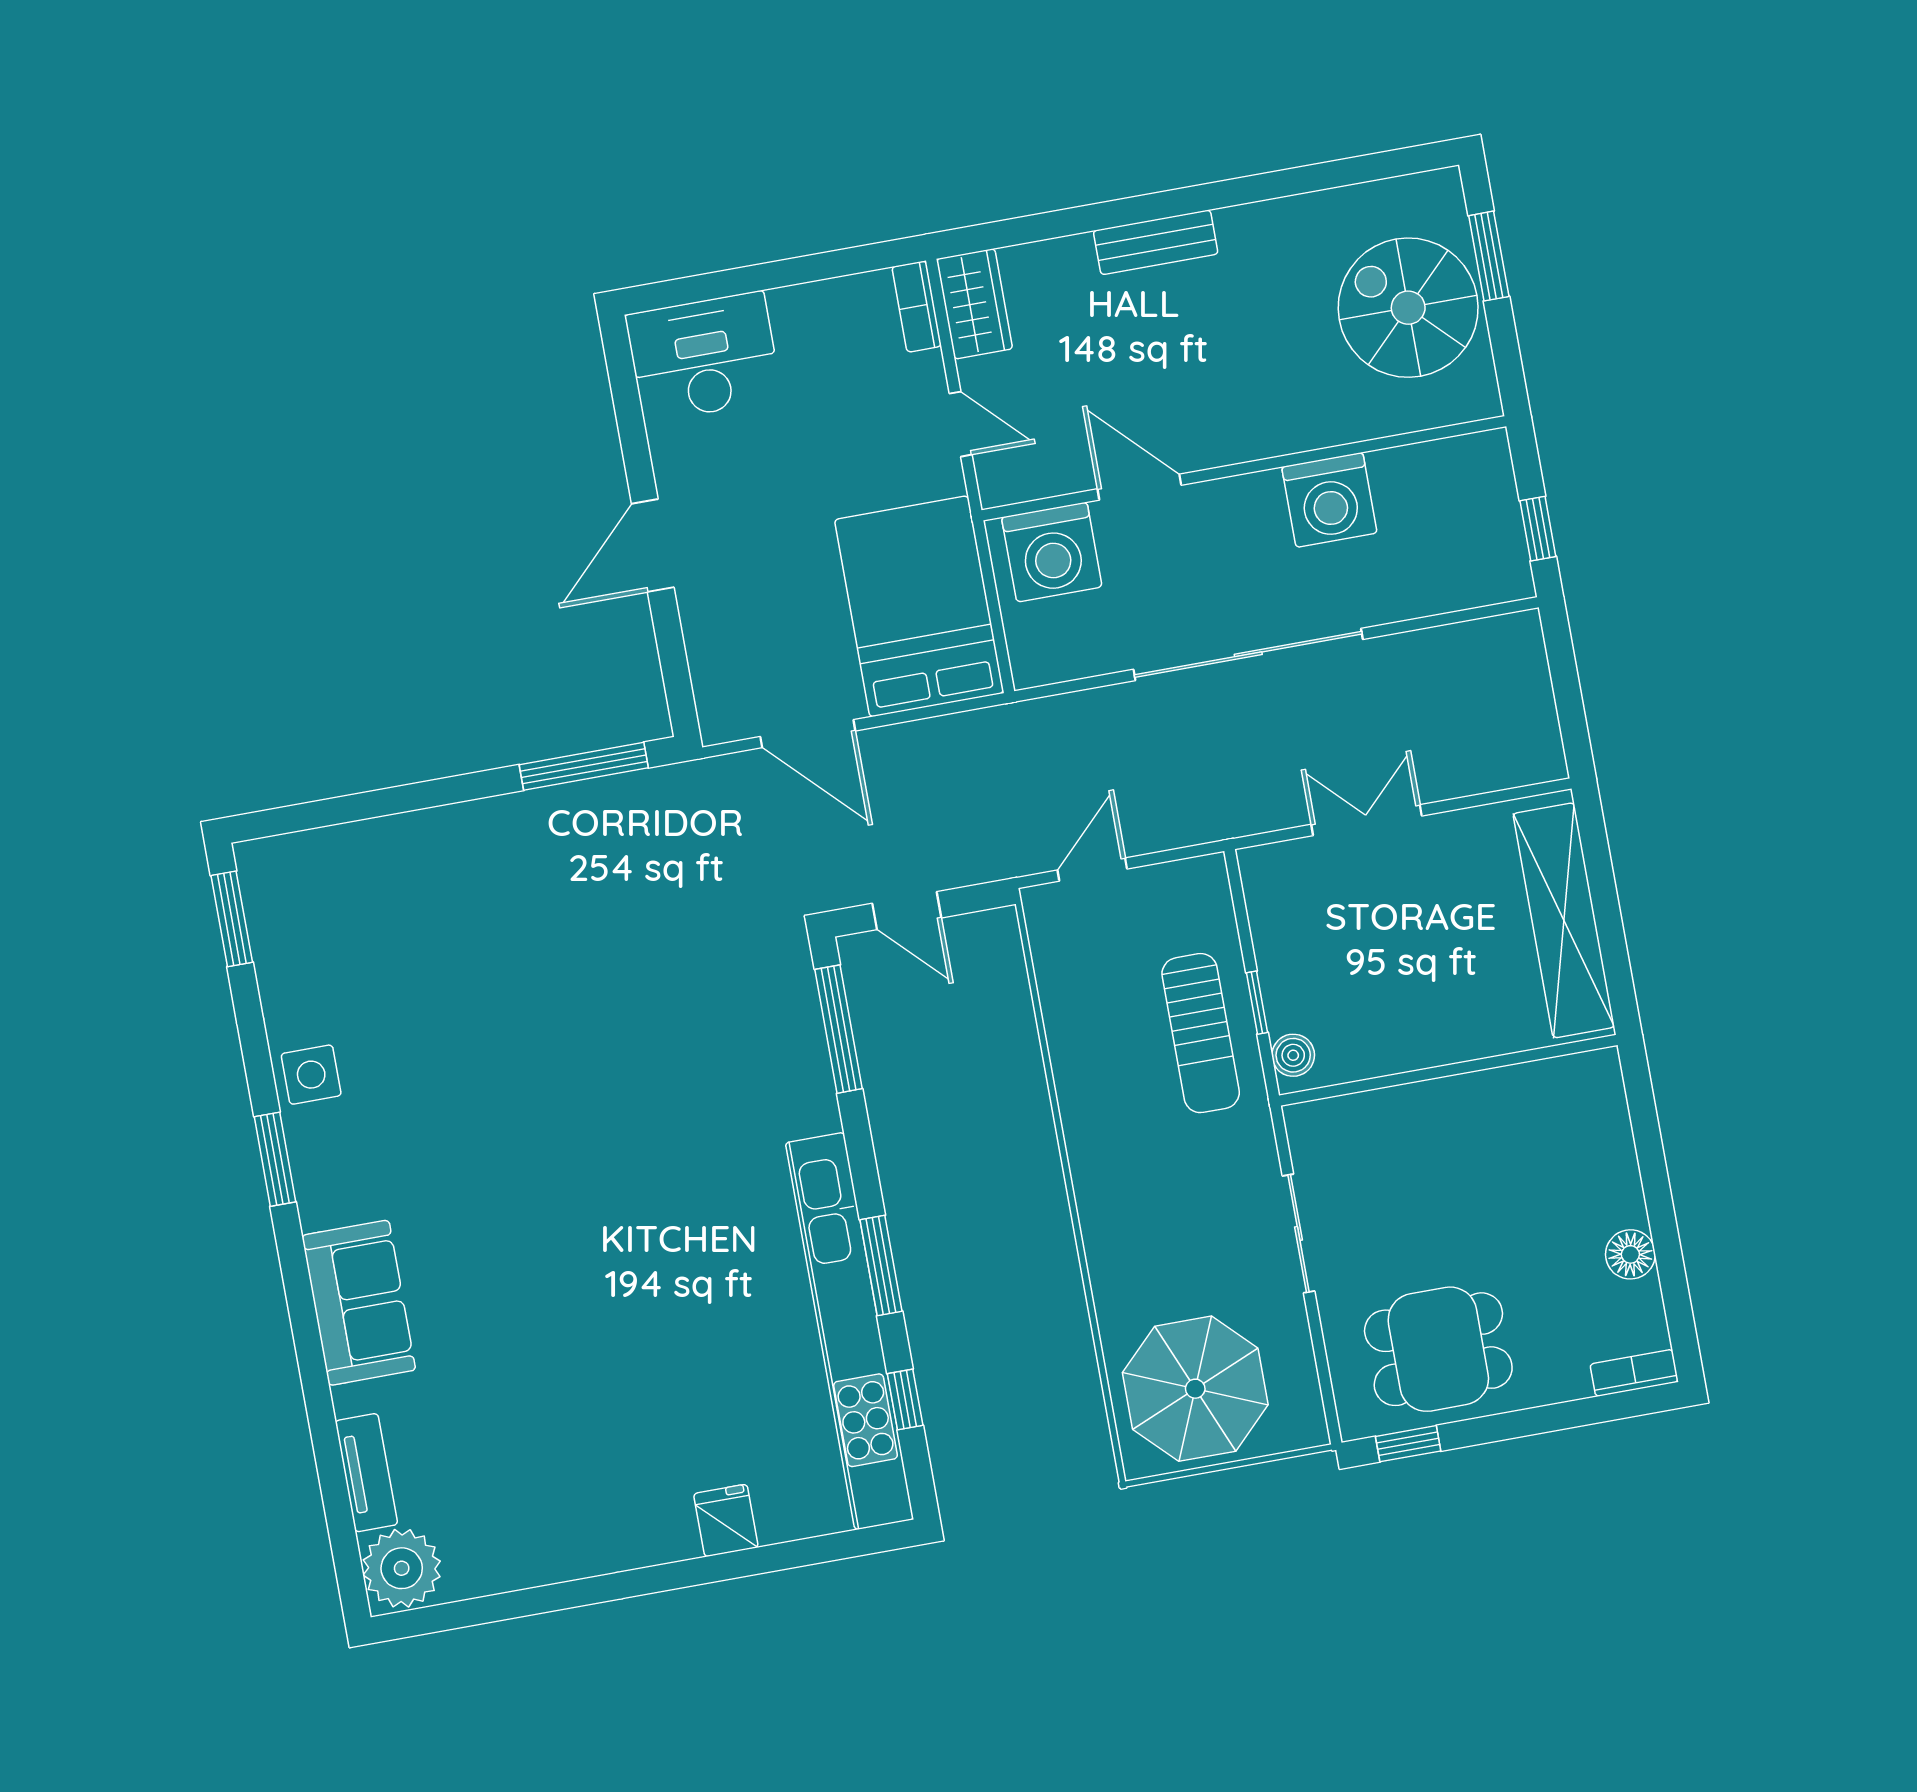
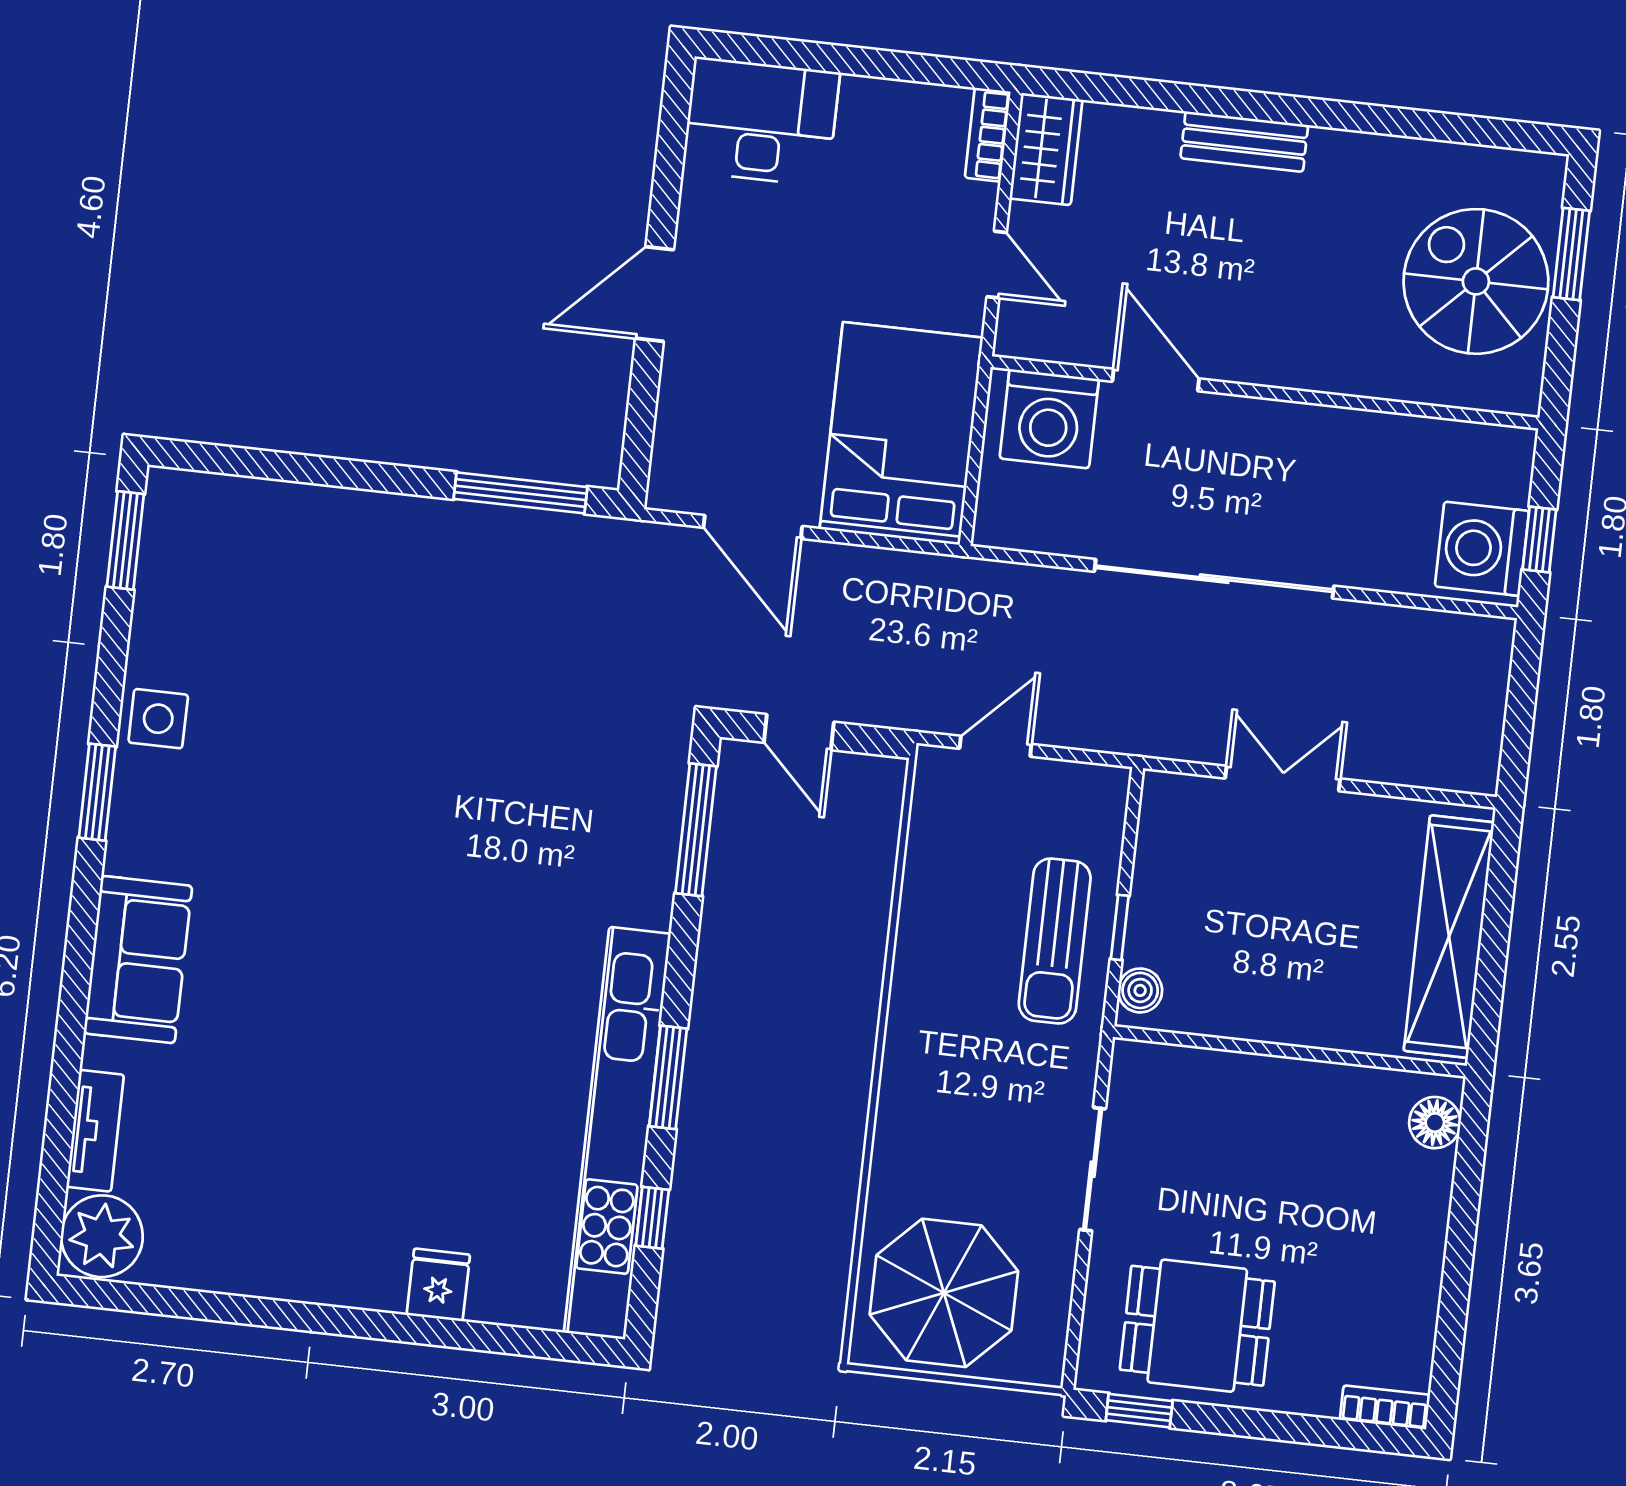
washing machine: (1329, 500) -> (1482, 549), moved, turned 90
floor lamp: (1630, 1254) -> (1435, 1123), moved

